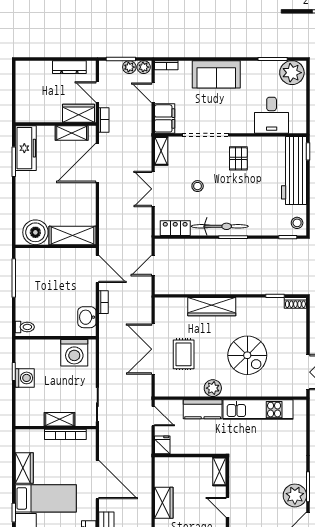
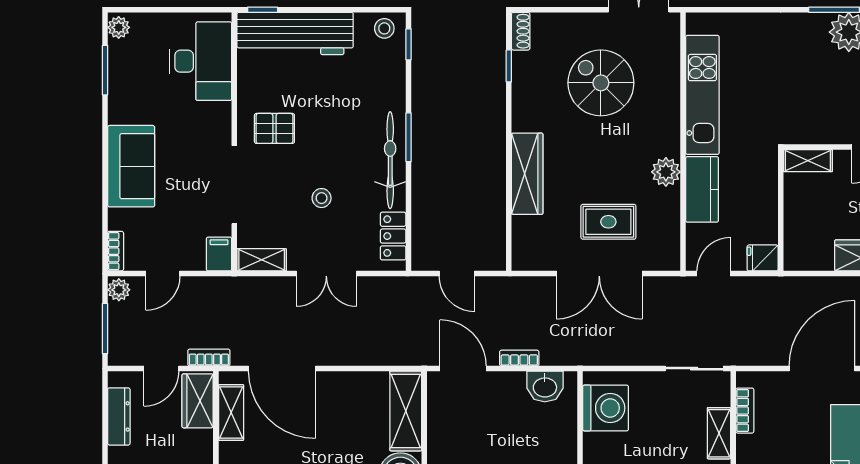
plant: (129, 67) -> (119, 314), removed
plant: (292, 73) -> (119, 27), width x0.53, depth x0.53
desk: (272, 115) -> (201, 61), width x1.37
filing cabinet: (165, 118) -> (219, 254), width x0.50
door: (97, 269) -> (463, 369), hinge flipped
spiral stairs: (247, 355) -> (601, 83), moved, turned -90
bookcase: (65, 434) -> (745, 411), width x0.64

